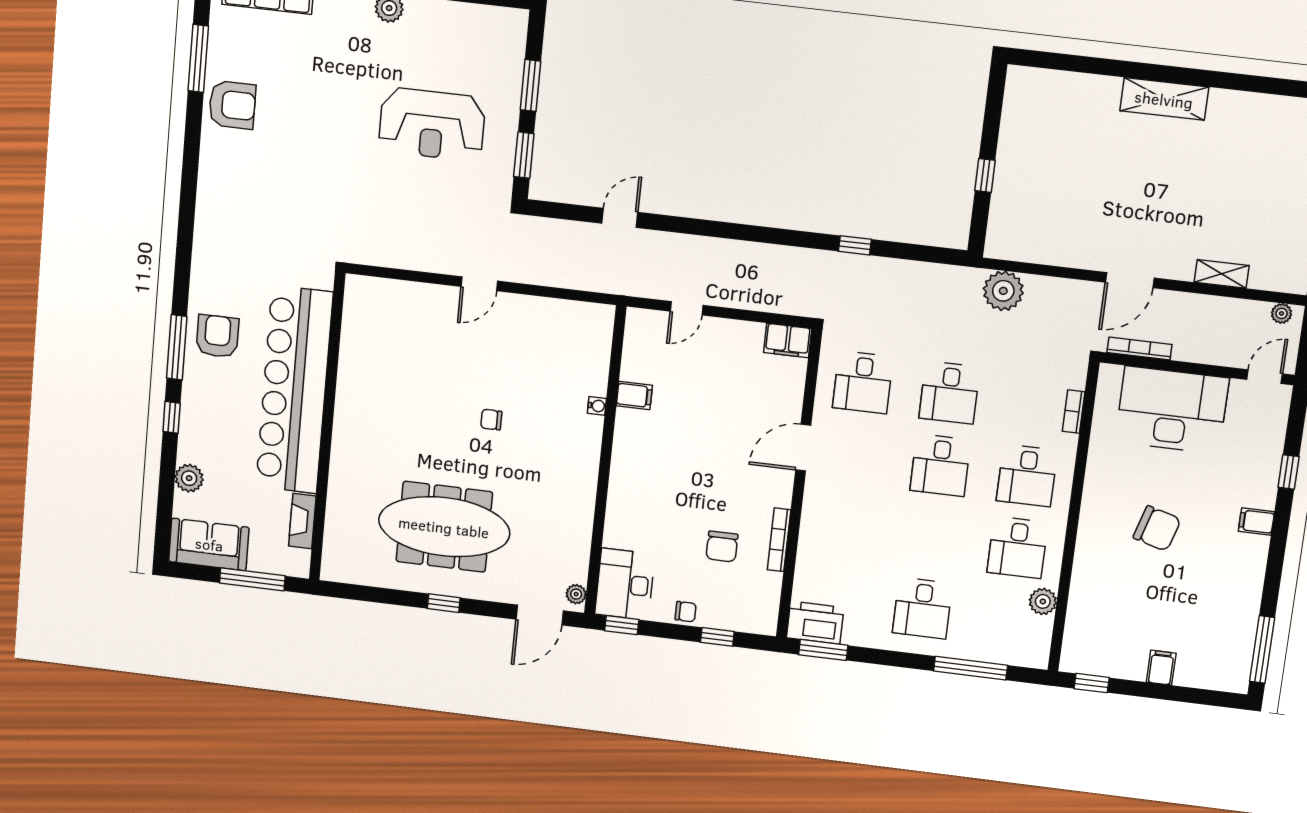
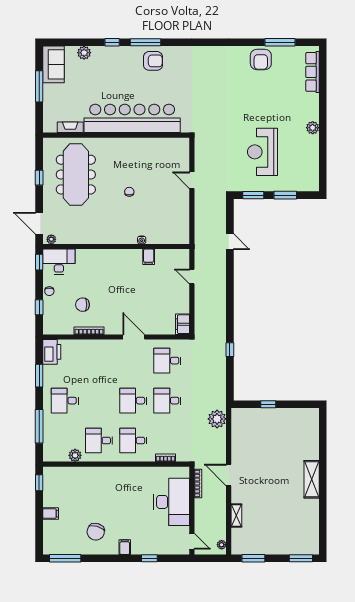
bar counter: (294, 390) -> (132, 118), moved
wall: (327, 428) -> (116, 135), moved
fireplace: (302, 521) -> (70, 127), moved
chair: (1157, 528) -> (96, 532), moved
window: (823, 650) -> (39, 376), moved

